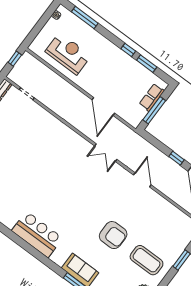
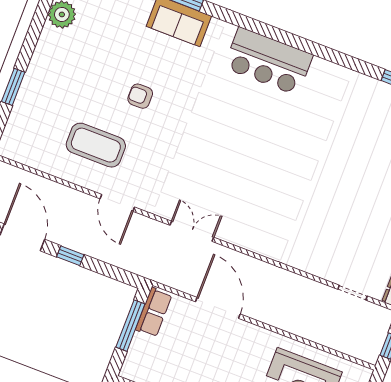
row of seats: (152, 97) -> (154, 312), moved
armchair: (113, 235) -> (140, 96), width x0.53, depth x0.53
coffee table: (147, 260) -> (96, 145), moved

